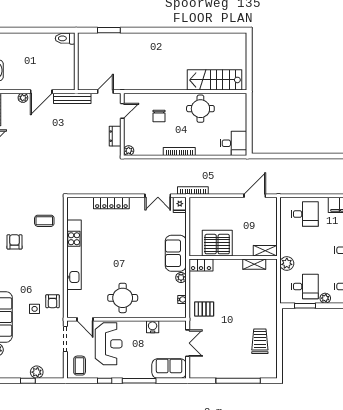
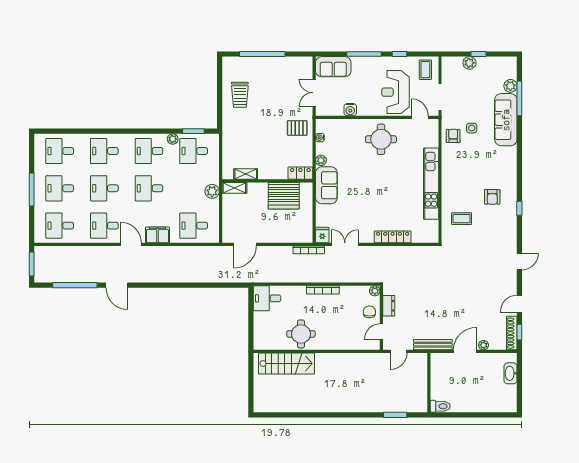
chair: (159, 116) -> (369, 312), moved
plant: (287, 263) -> (212, 191), moved

